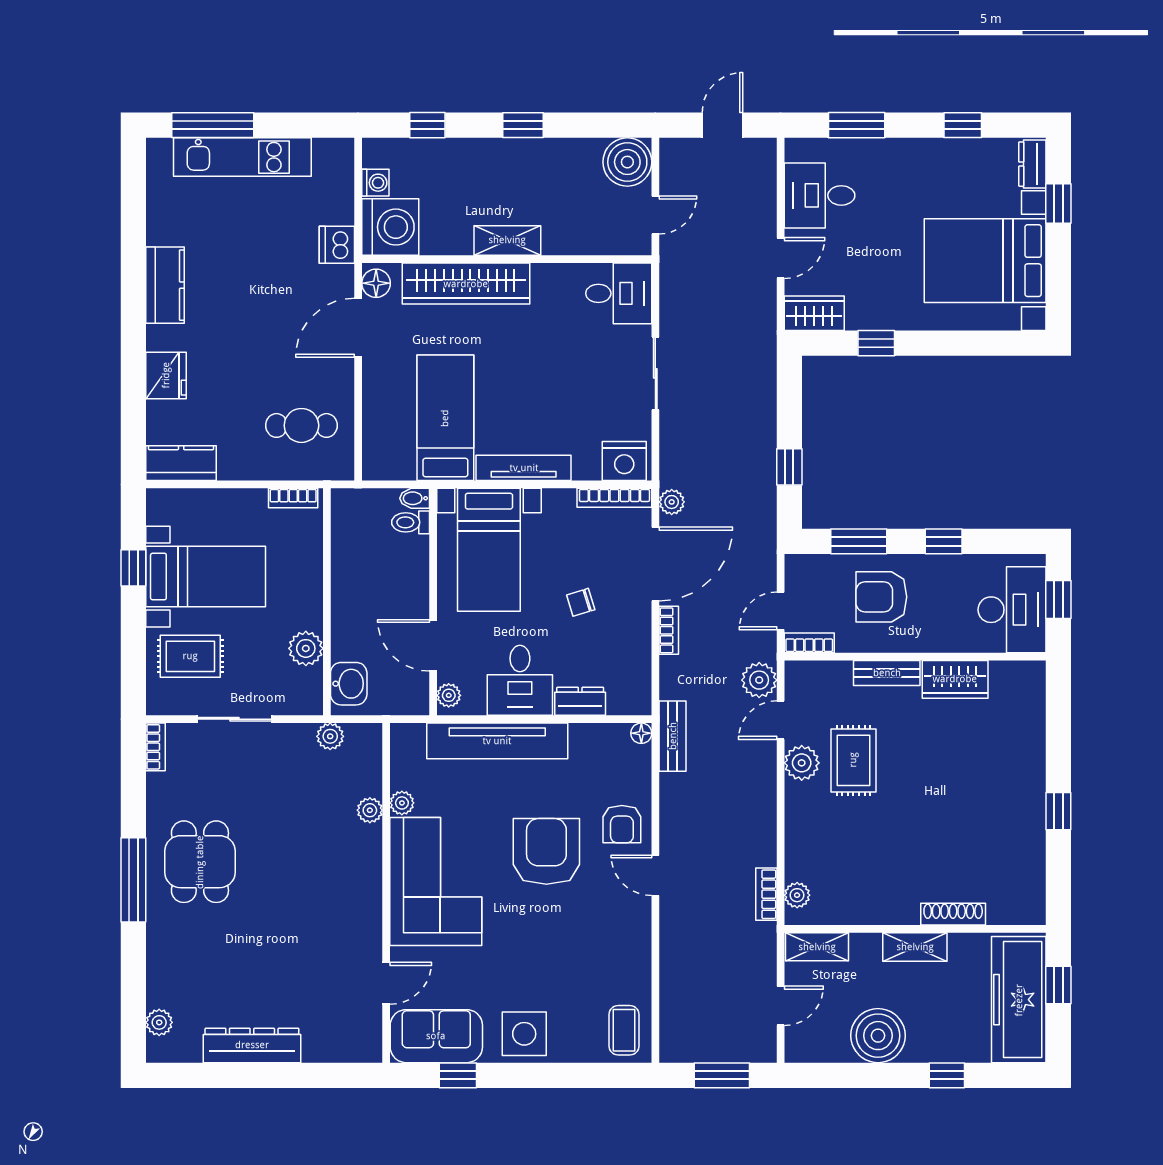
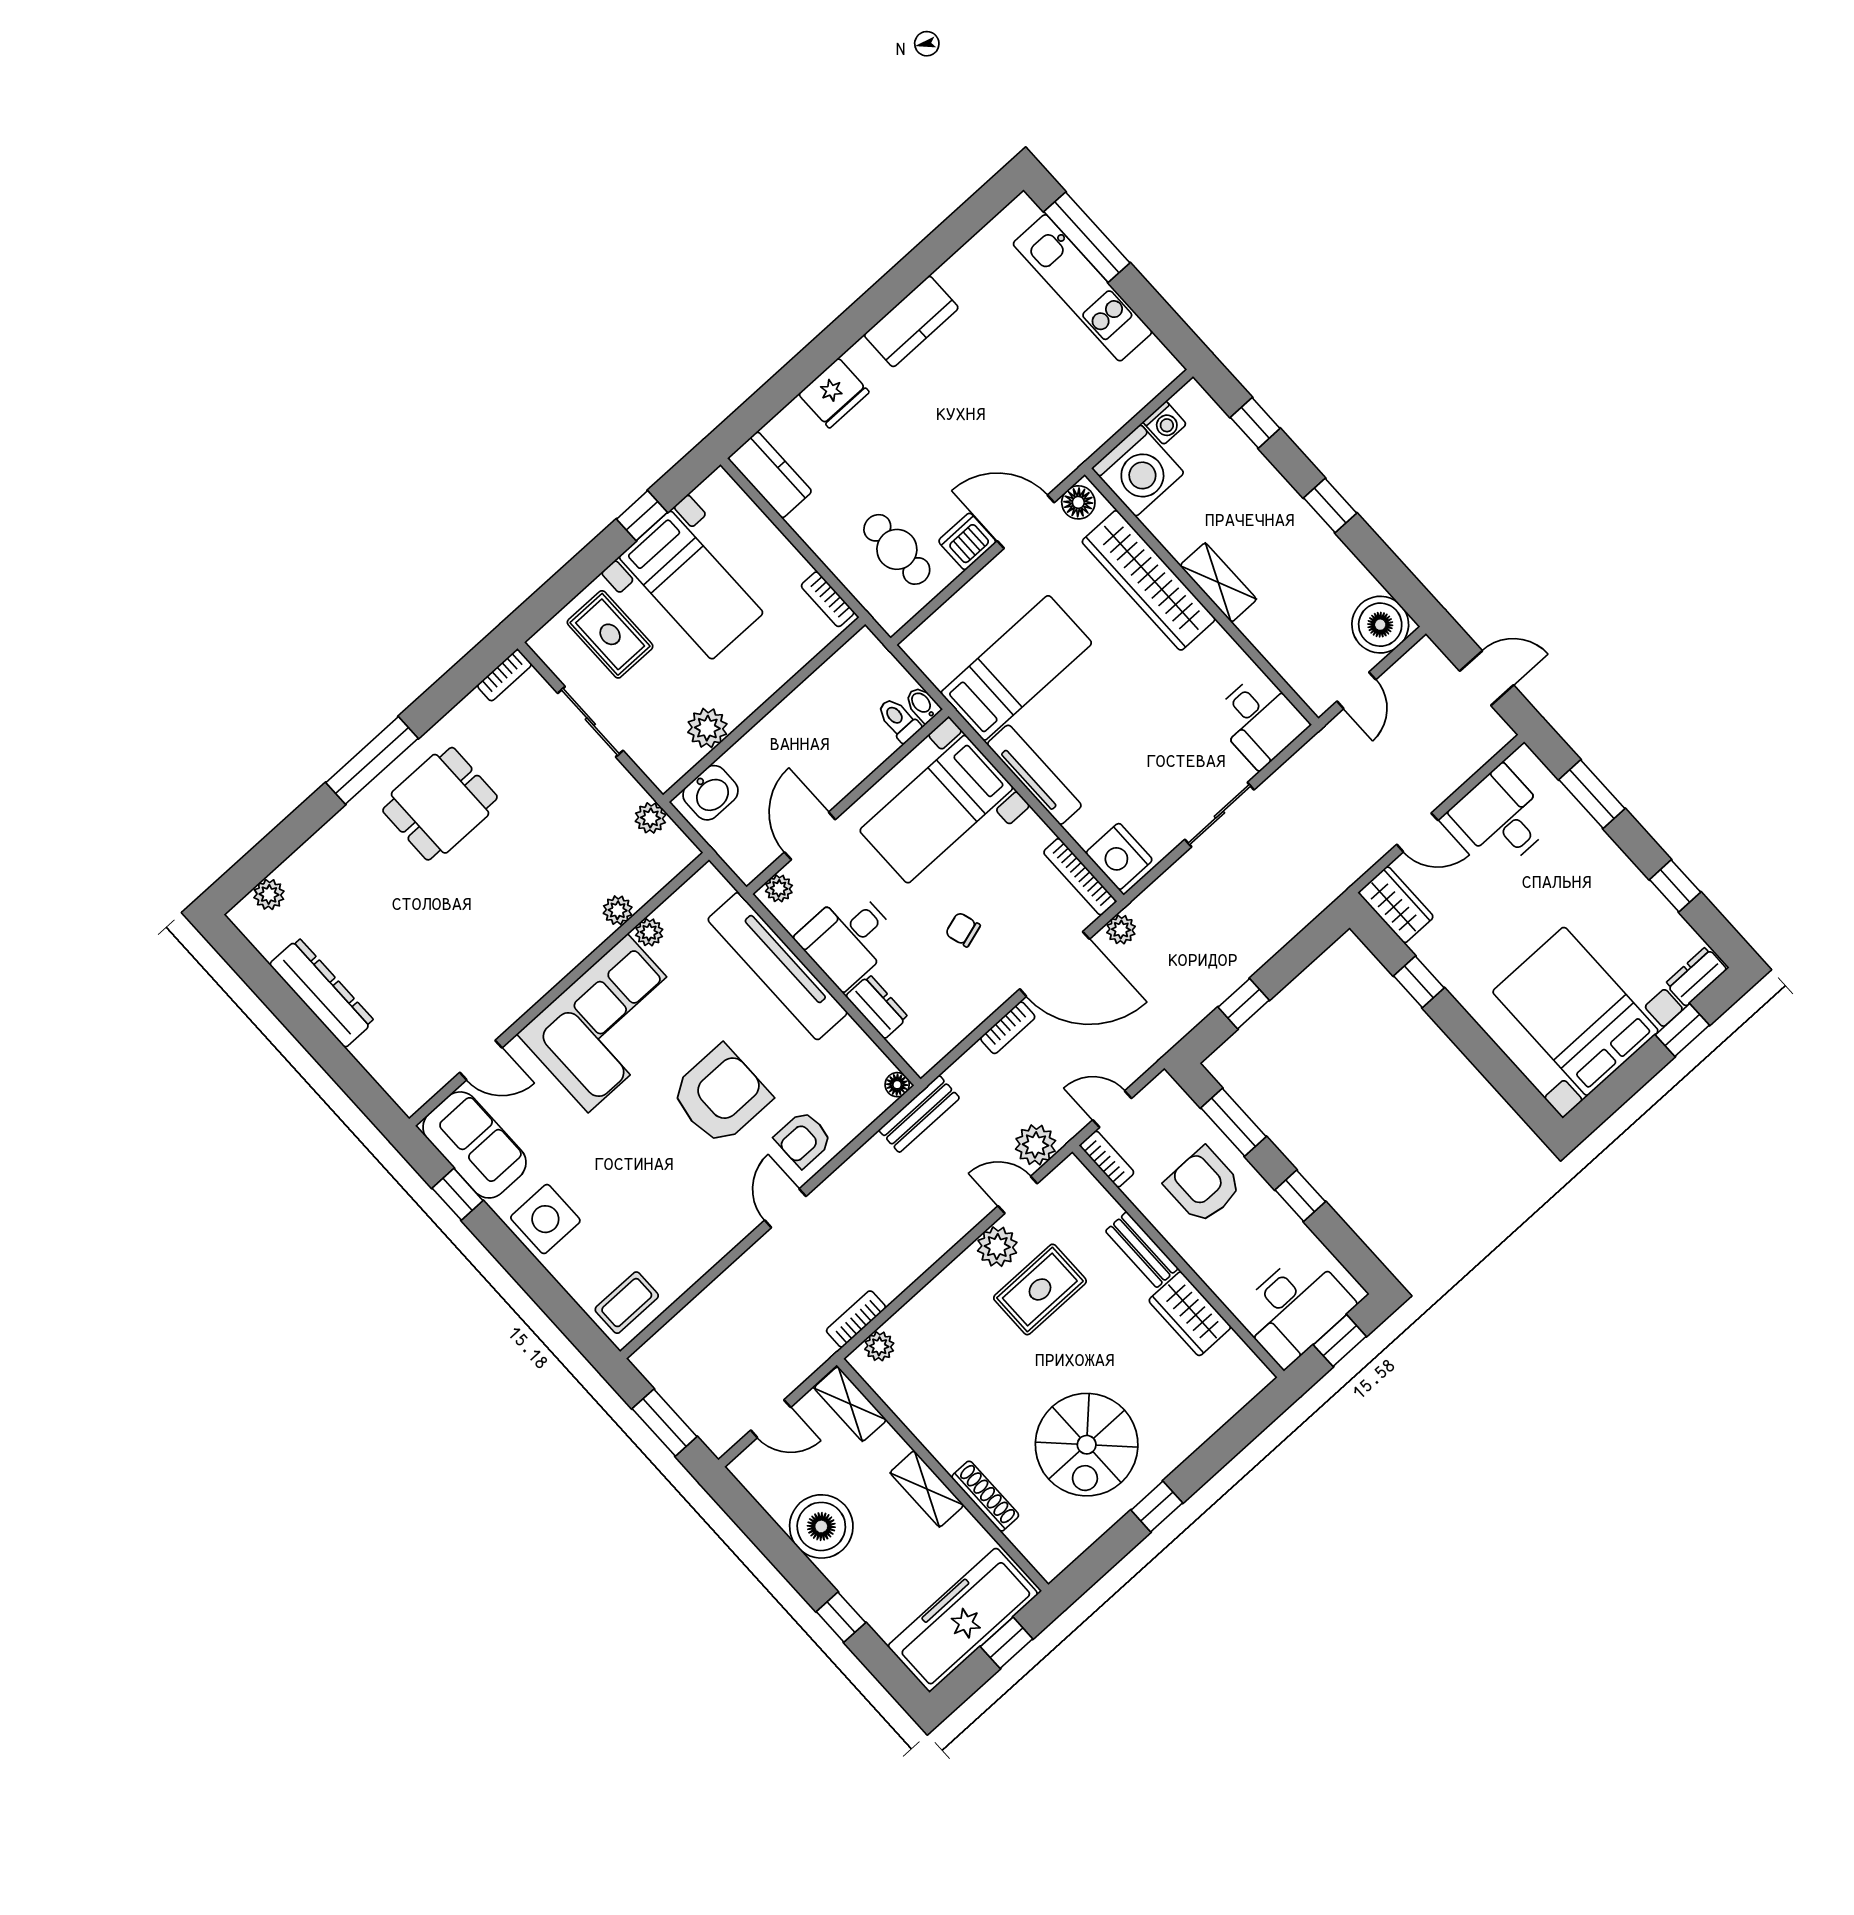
door: (655, 215) -> (1356, 690), hinge flipped
dishwasher: (337, 245) -> (967, 541), moved
spiral stairs: (979, 820) -> (1087, 1445), added

